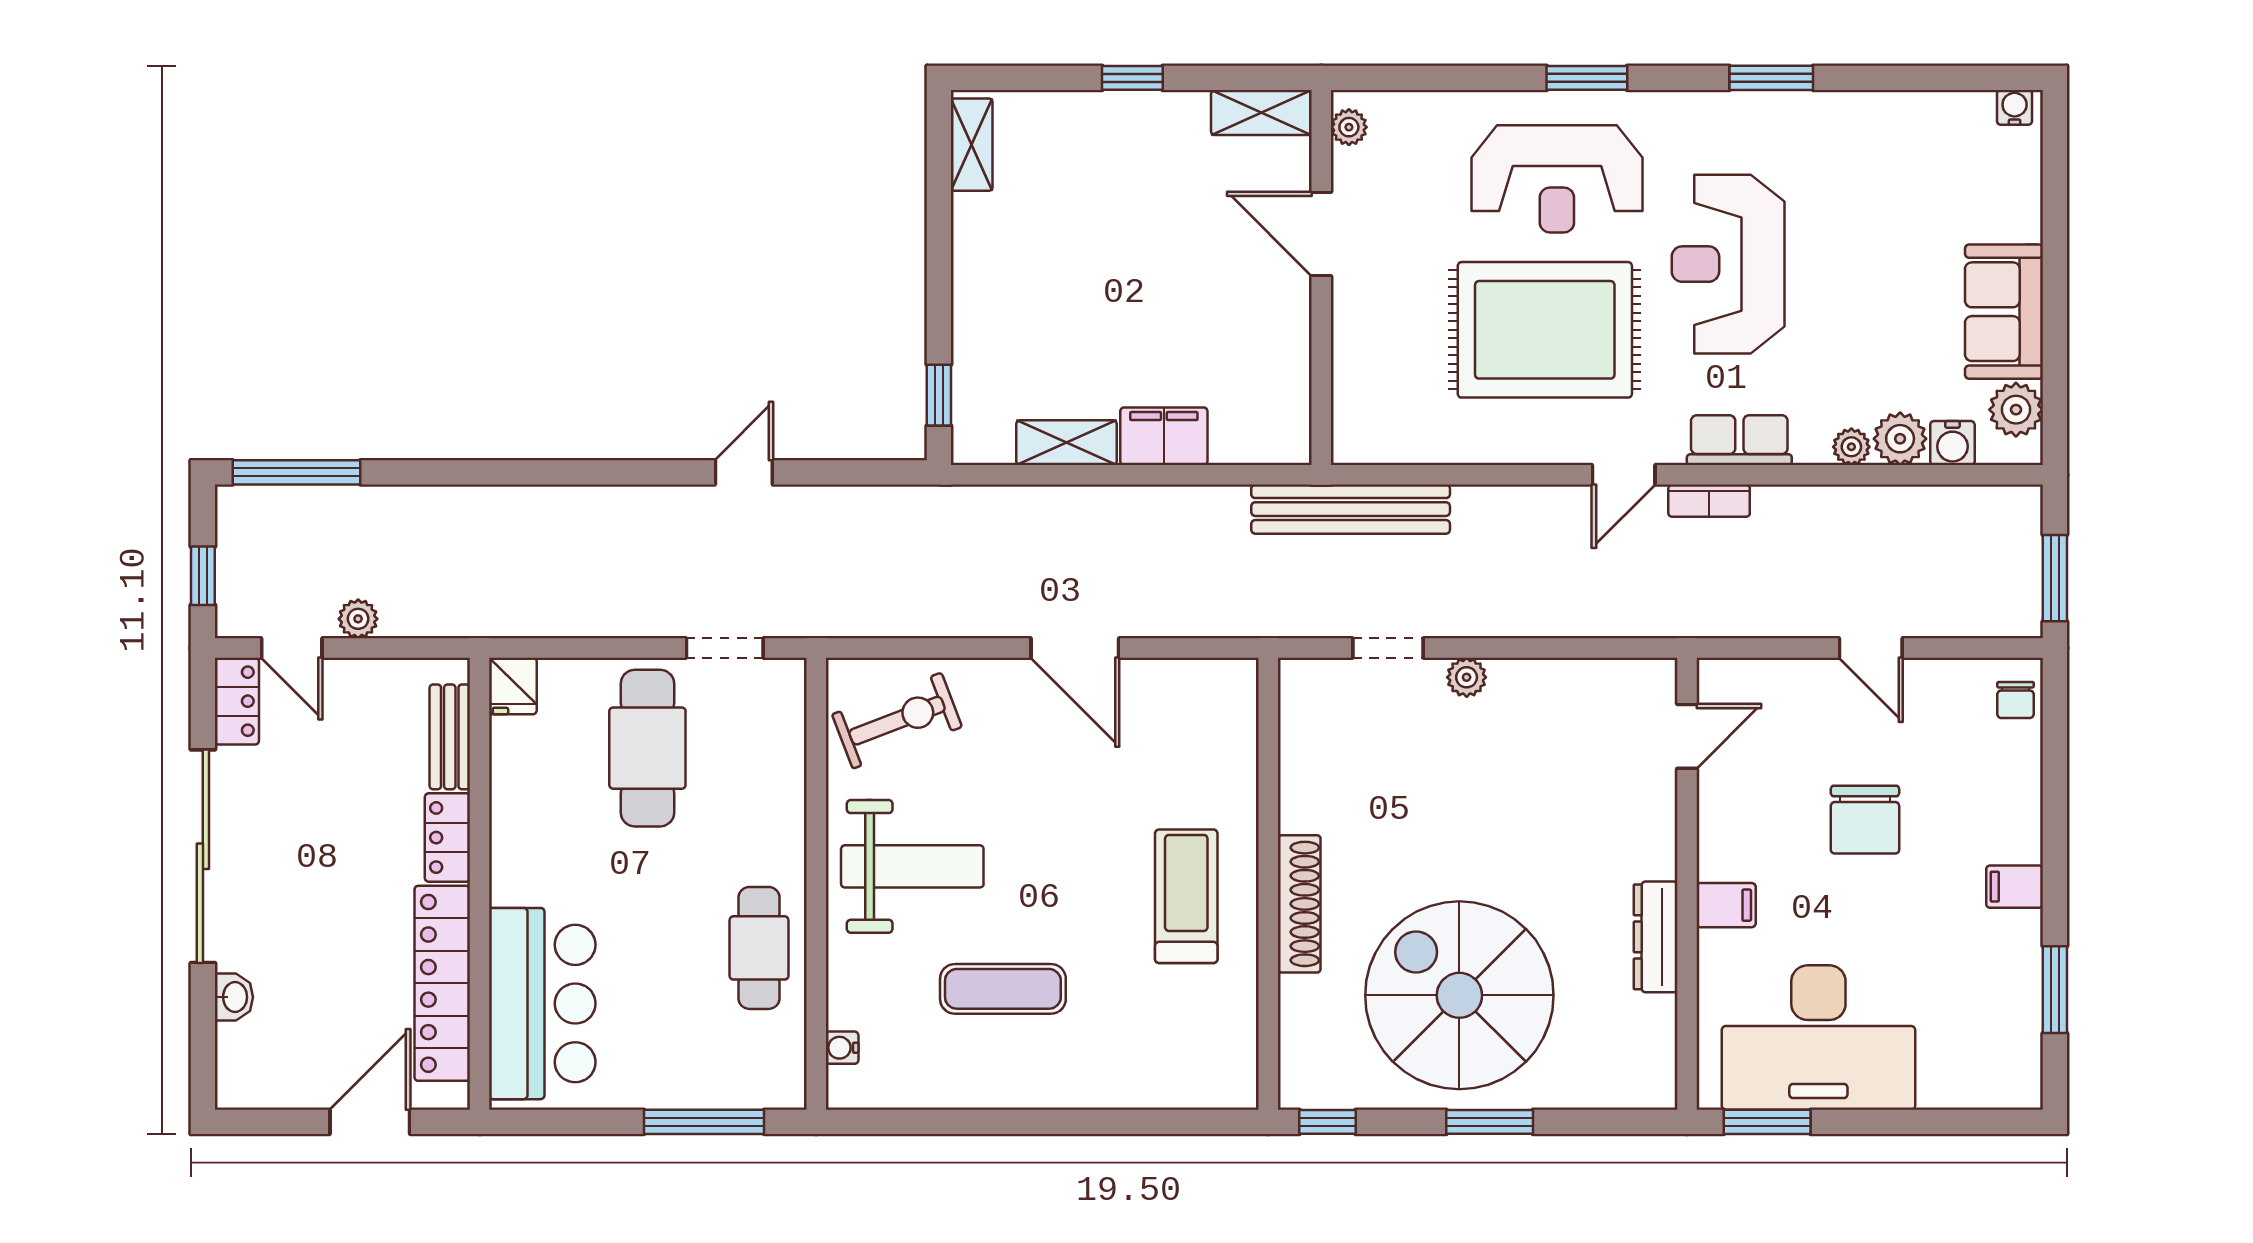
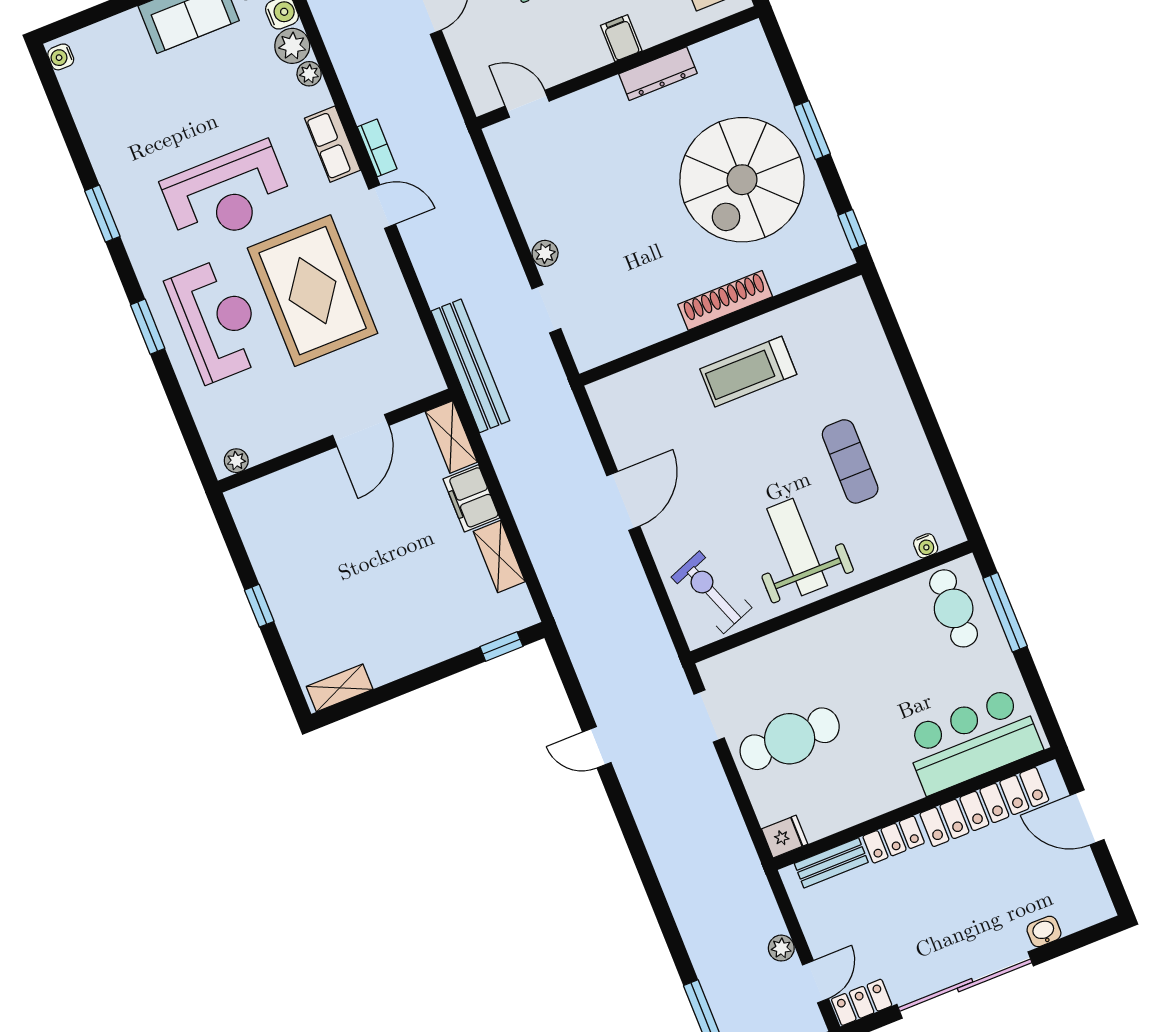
shelving: (1261, 113) -> (451, 437), moved
door: (1321, 234) -> (361, 430), moved
cafe table: (759, 948) -> (954, 608), moved, turned 90

